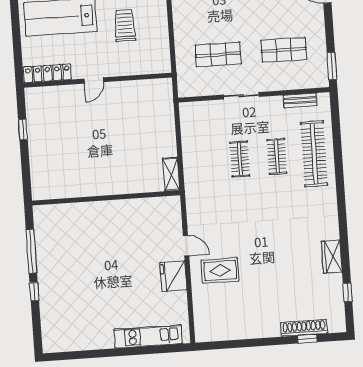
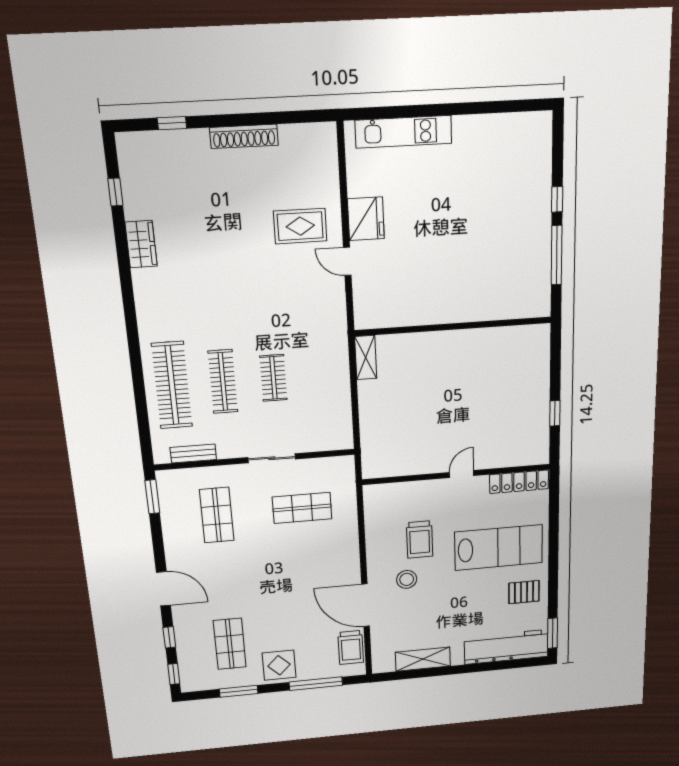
shop shelf: (284, 50) -> (217, 515), turned 90
clothes rail: (277, 156) -> (223, 382), width x1.36
shoe rack: (304, 328) -> (244, 136), moved

